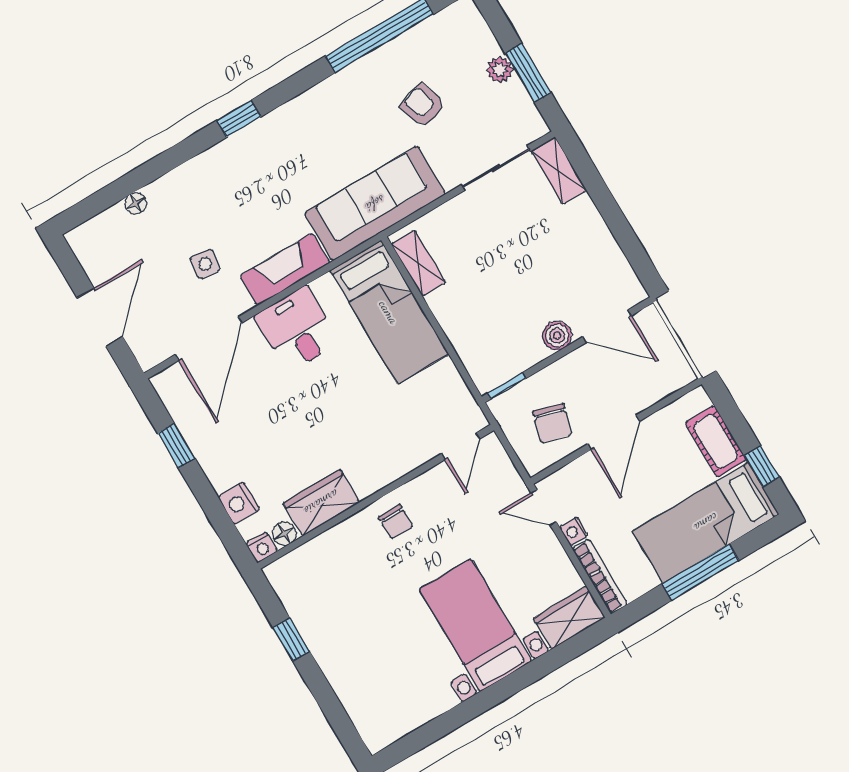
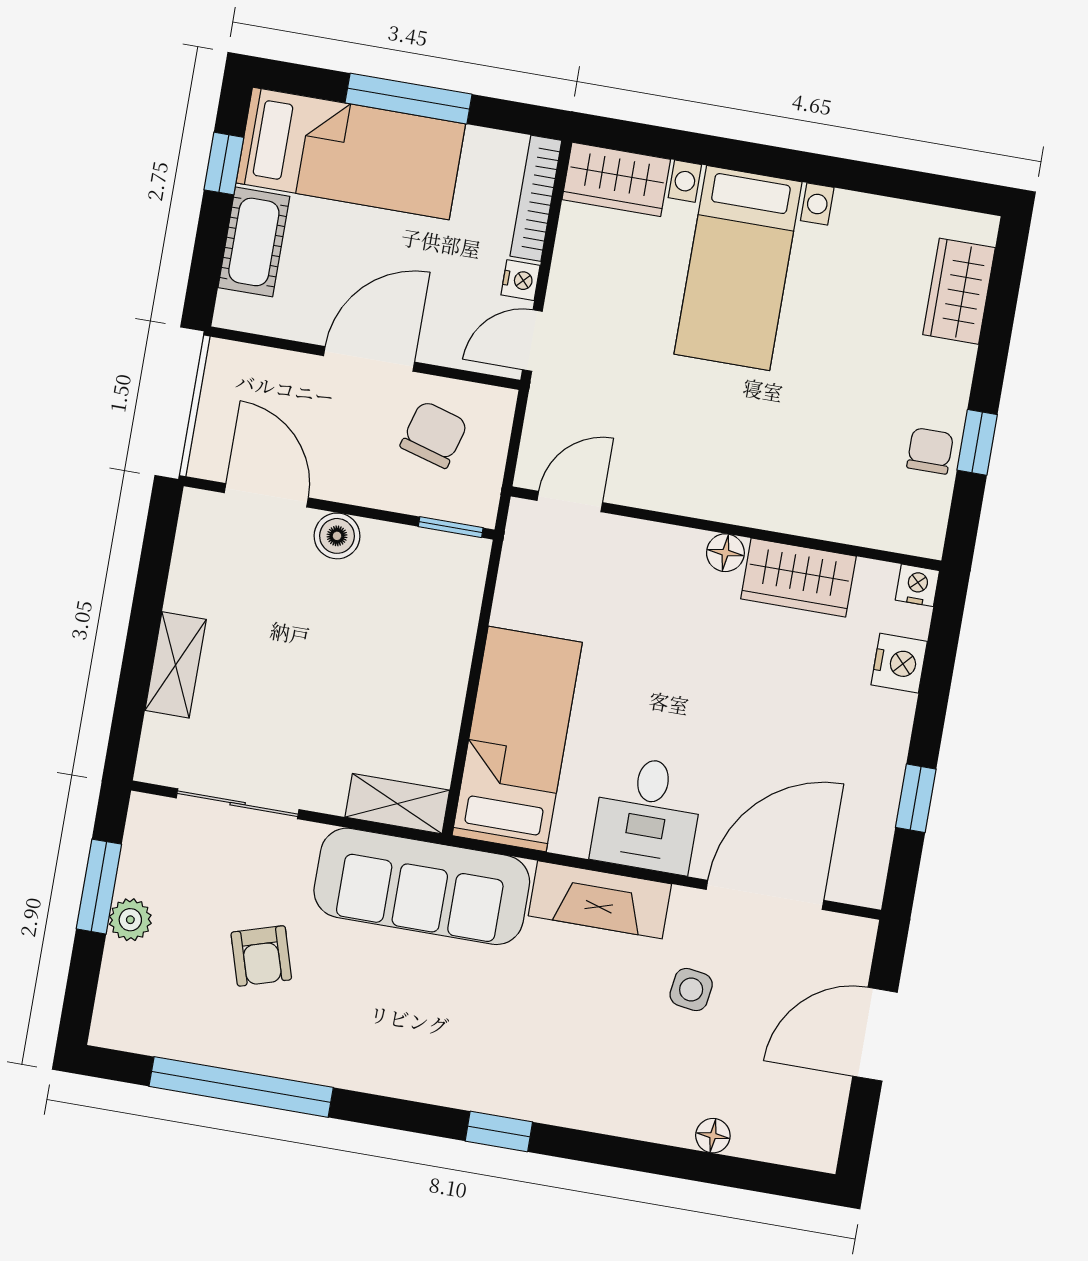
shelving: (559, 171) -> (176, 665), moved
shelving: (418, 263) -> (397, 804), moved, turned 90
door: (544, 507) -> (532, 341), swing flipped
chair: (396, 522) -> (930, 451), moved
floor lamp: (284, 534) -> (725, 553), moved
wardrobe: (361, 704) -> (959, 291), added

